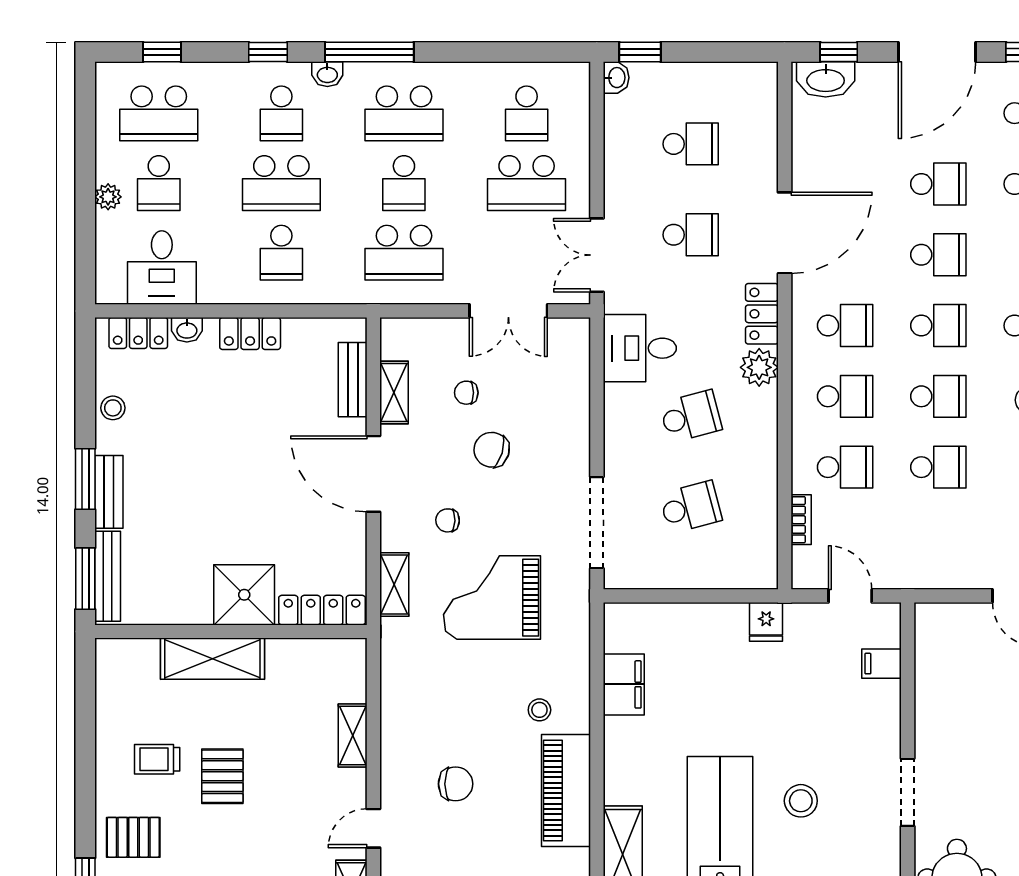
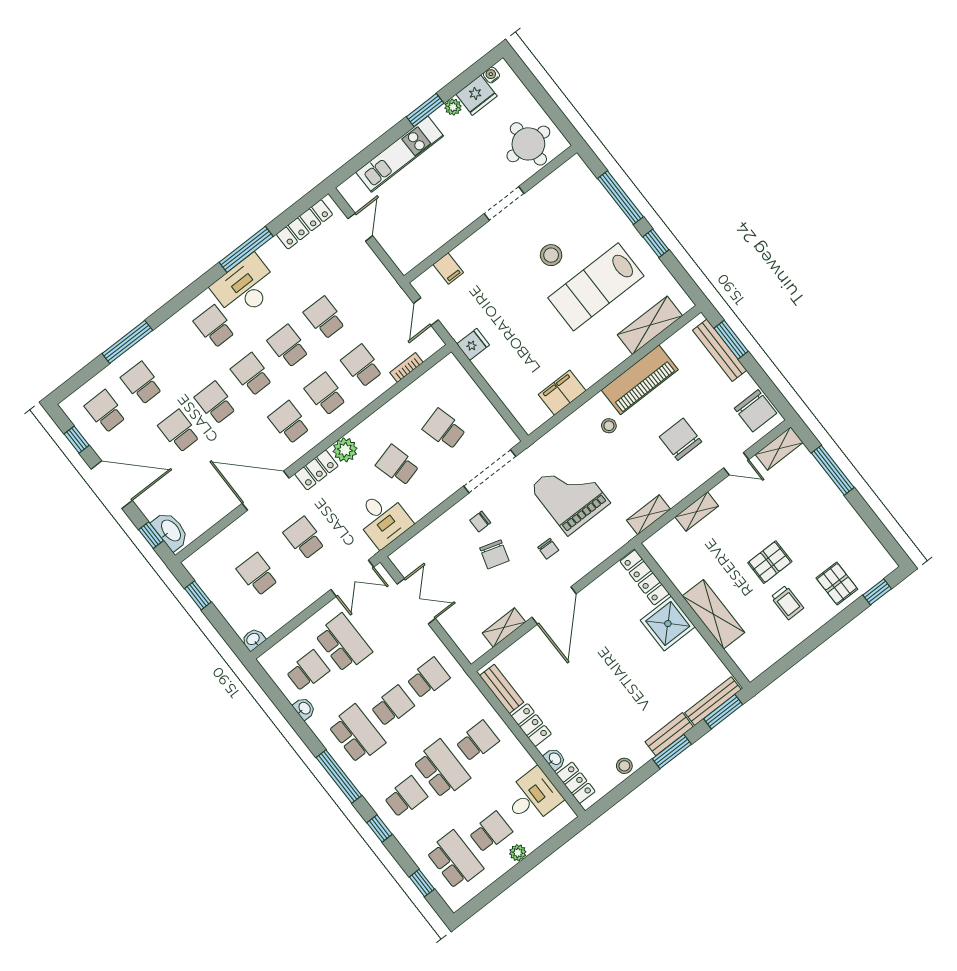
window: (640, 52) -> (198, 595), moved
washbasin: (327, 74) -> (304, 708), moved
school desk: (404, 253) -> (428, 678), width x0.54
bench: (353, 380) -> (502, 689), moved, turned 90
chair: (466, 393) -> (480, 522), moved, turned 90
shelving: (394, 584) -> (648, 515), moved
grand piano: (492, 598) -> (570, 495), turned 180
chair: (456, 784) -> (680, 439), width x1.37, depth x1.37

